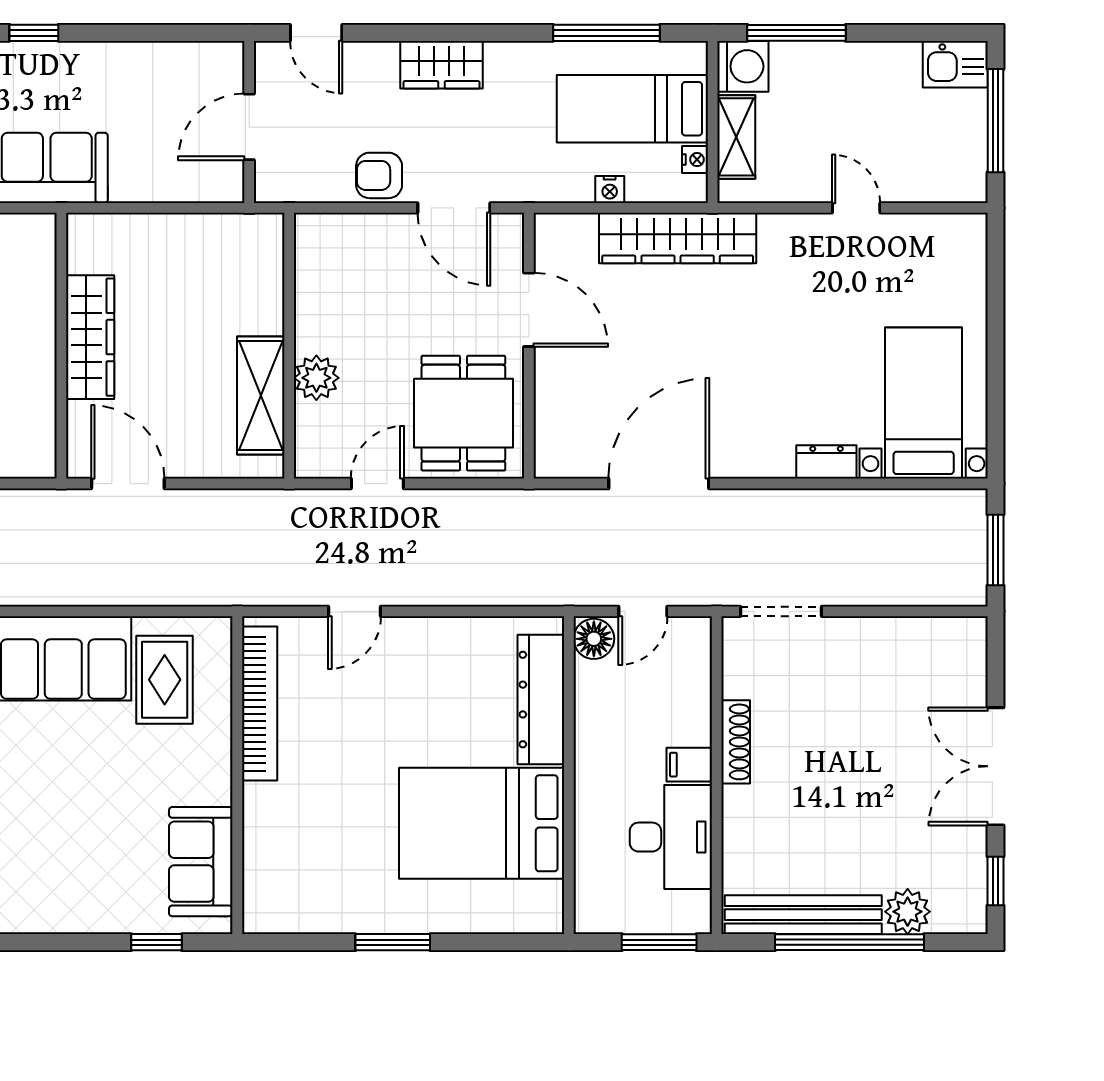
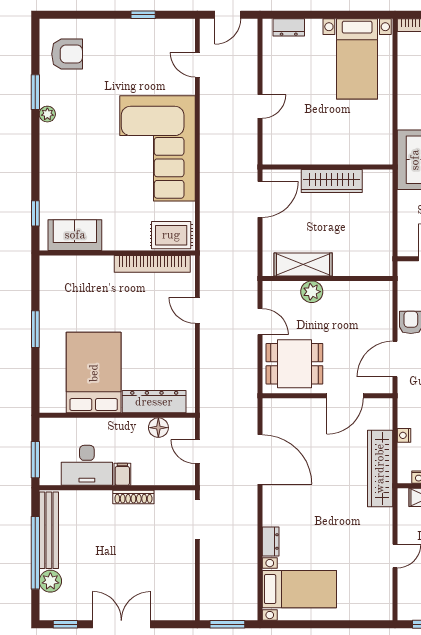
floor lamp: (594, 639) -> (158, 428), moved
rug: (165, 680) -> (171, 235), moved

